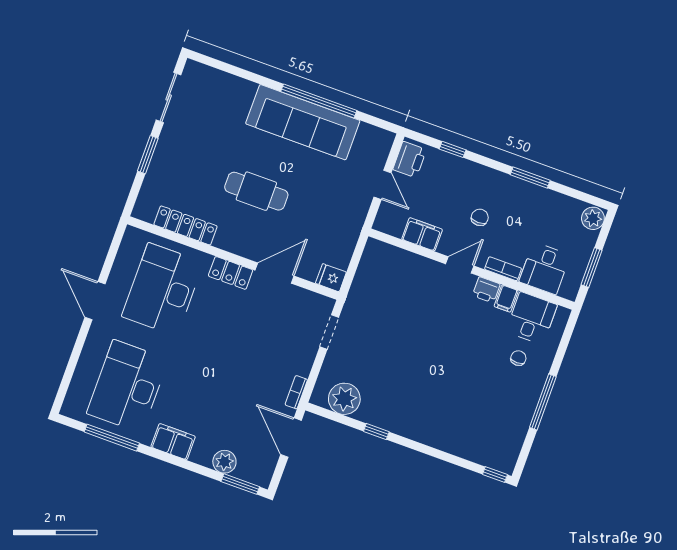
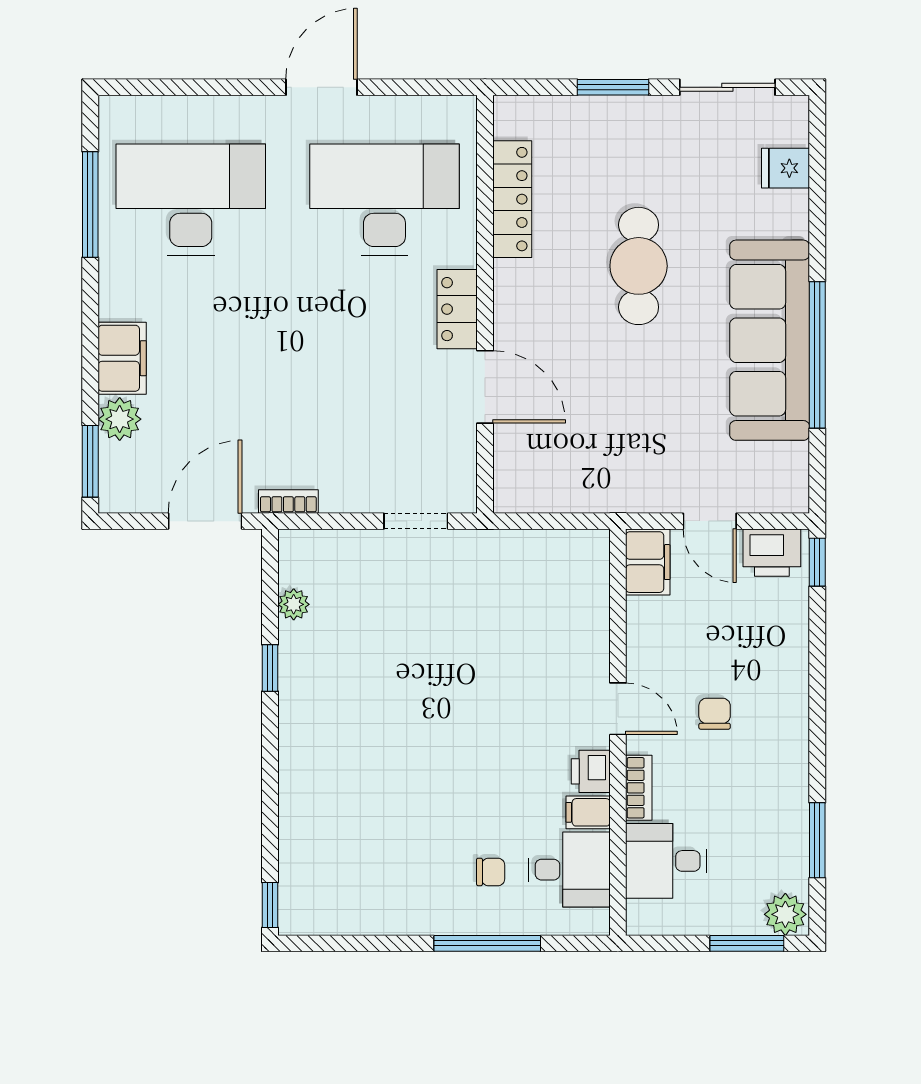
window: (453, 149) -> (817, 562), moved
window: (530, 178) -> (817, 840), moved
door: (383, 185) -> (710, 521), hinge flipped
cafe table: (256, 191) -> (639, 266), moved
chair: (480, 217) -> (715, 714), turned -90
filing cabinet: (422, 234) -> (648, 562), moved
window: (592, 268) -> (747, 943), moved
fridge: (331, 278) -> (786, 168), moved, turned -90
plant: (344, 399) -> (294, 604), width x0.53, depth x0.53
window: (543, 402) -> (487, 943), moved
filing cabinet: (173, 442) -> (122, 358), moved

